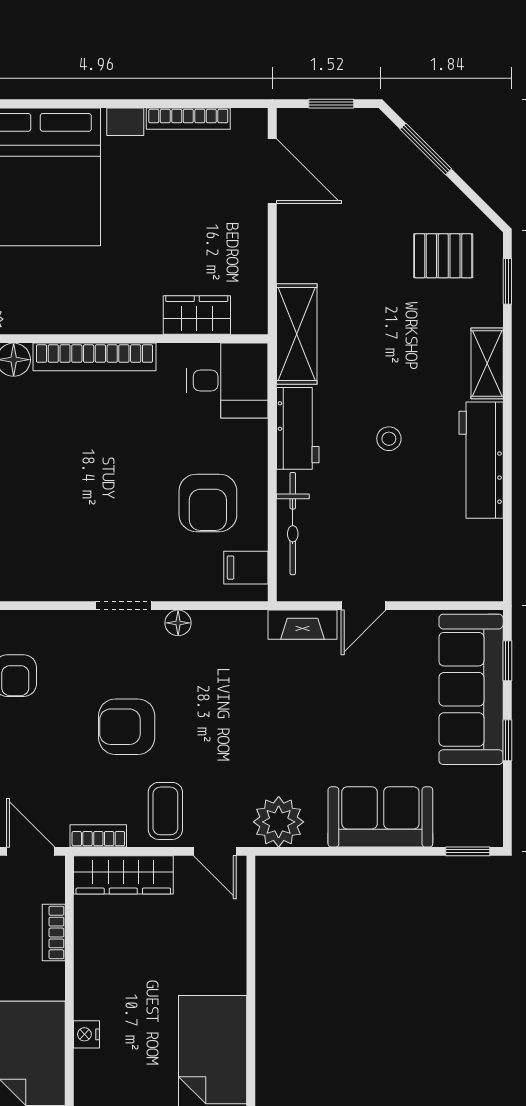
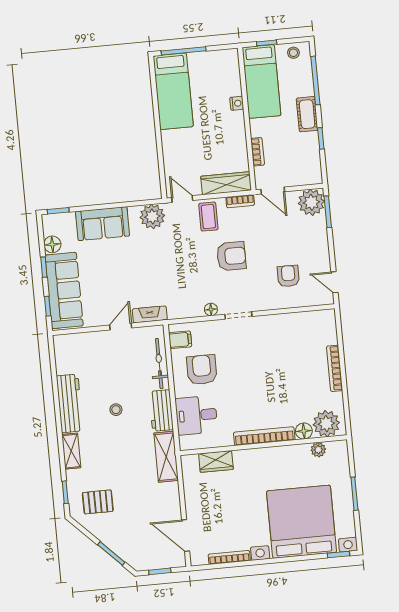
desk: (227, 381) -> (196, 415), moved
floor lamp: (486, 785) -> (52, 244), added

